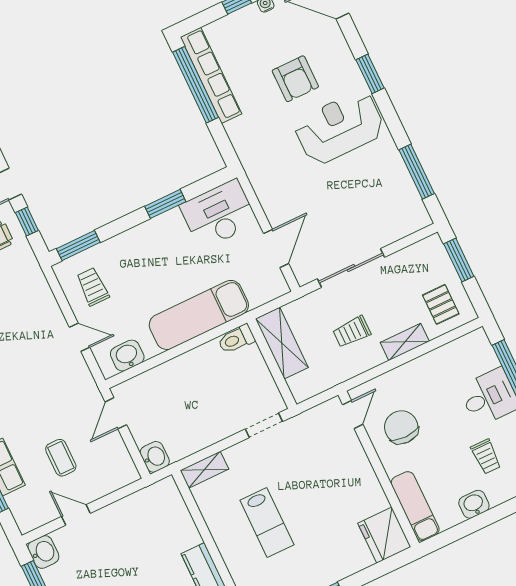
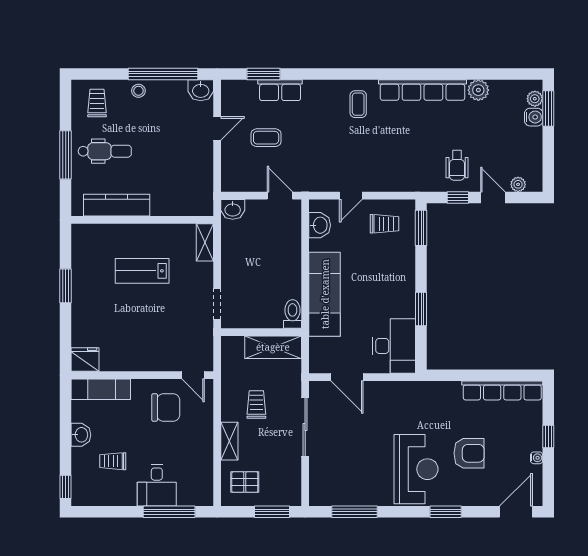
armchair: (295, 79) -> (469, 453), turned 180
window: (196, 85) -> (501, 375), removed
fridge: (384, 535) -> (85, 360), width x0.73, depth x0.75

